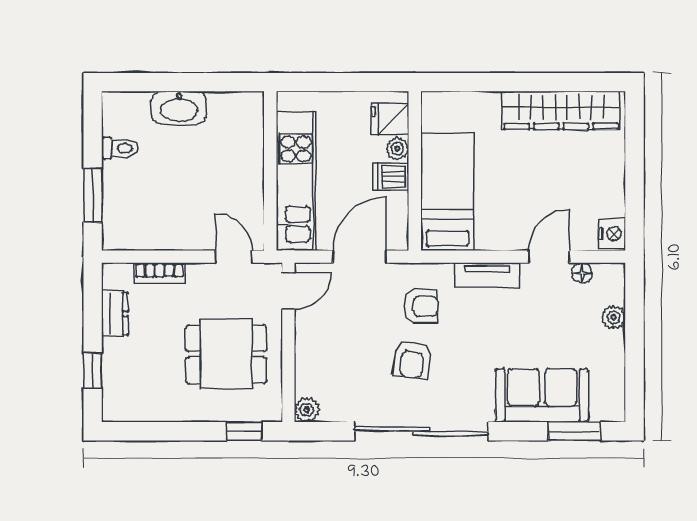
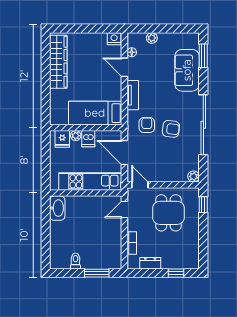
washbasin: (179, 108) -> (57, 208), moved

